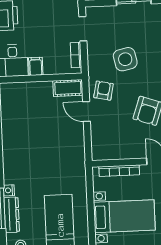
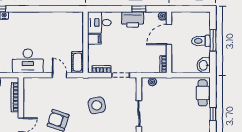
armchair: (103, 91) -> (74, 88), removed
door: (86, 112) -> (60, 75), hinge flipped
desk: (69, 155) -> (28, 61), added

